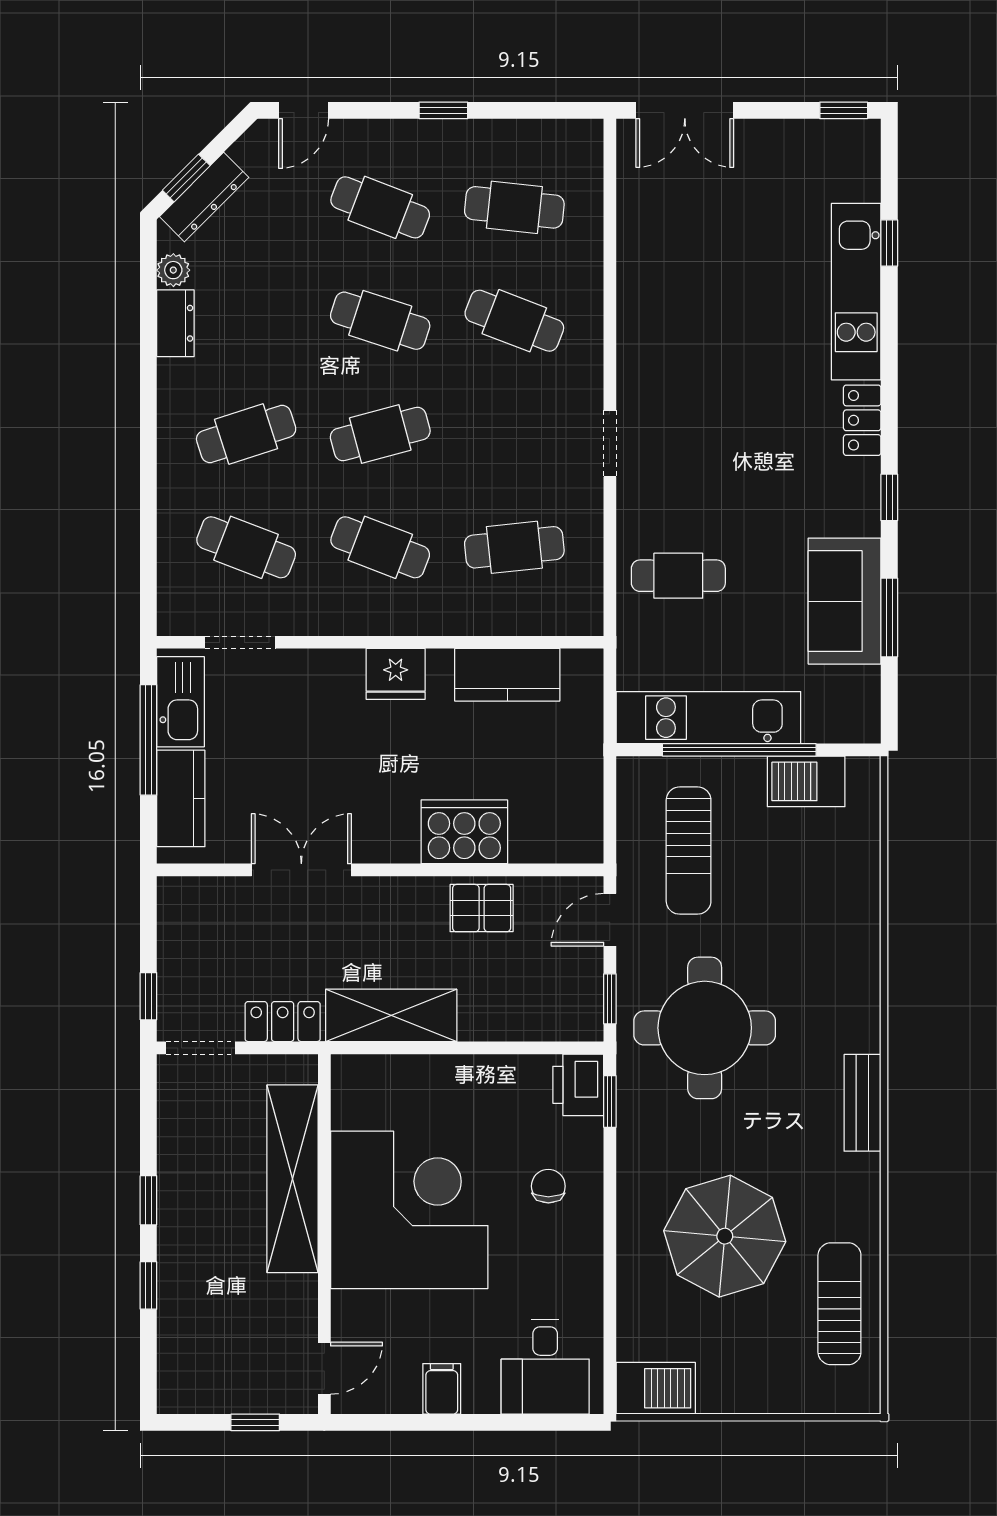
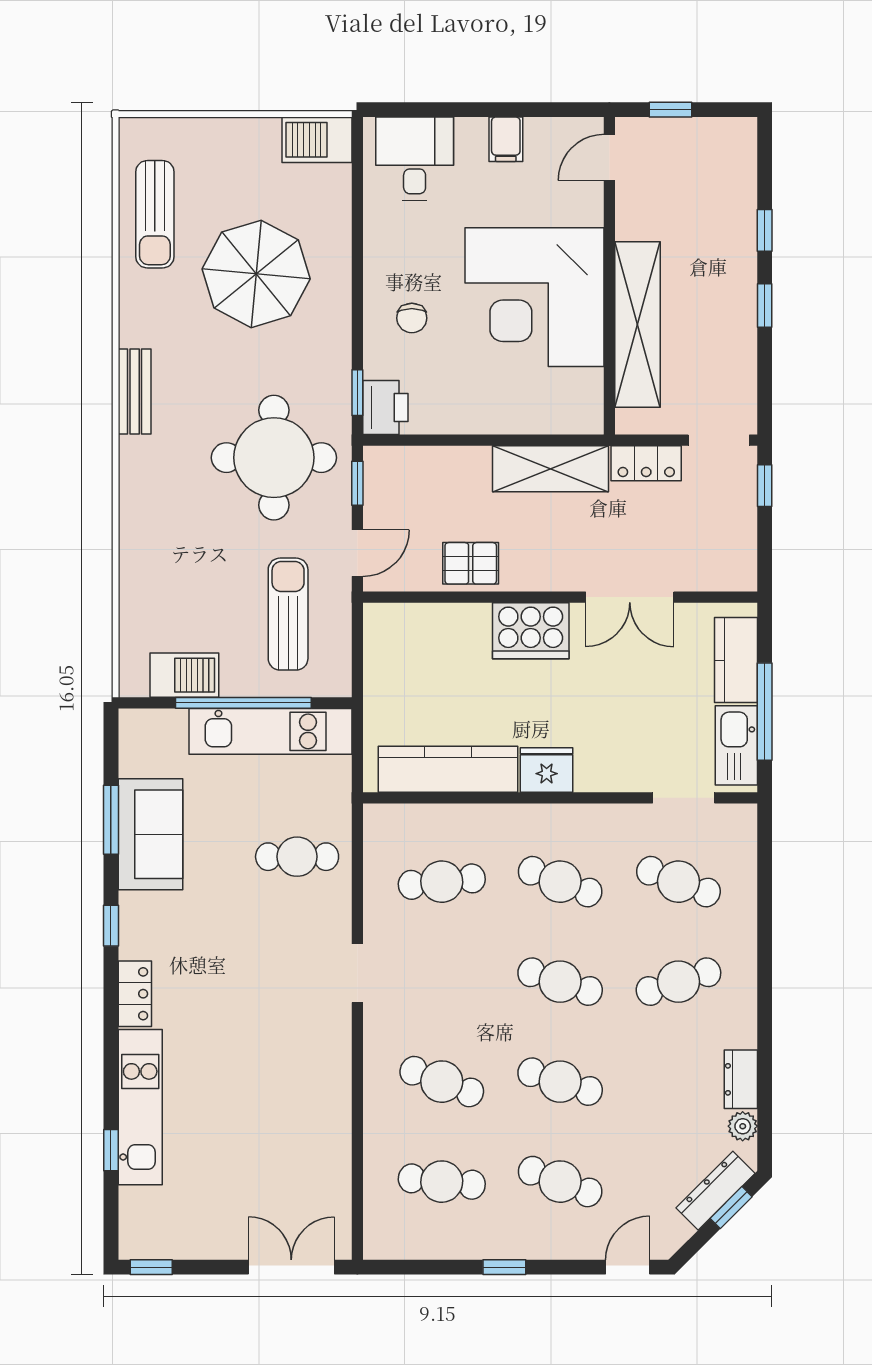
cafe table: (380, 434) -> (560, 982), turned 33
kitchen counter: (507, 675) -> (448, 769), width x1.50
cooker: (464, 832) -> (531, 631), moved

